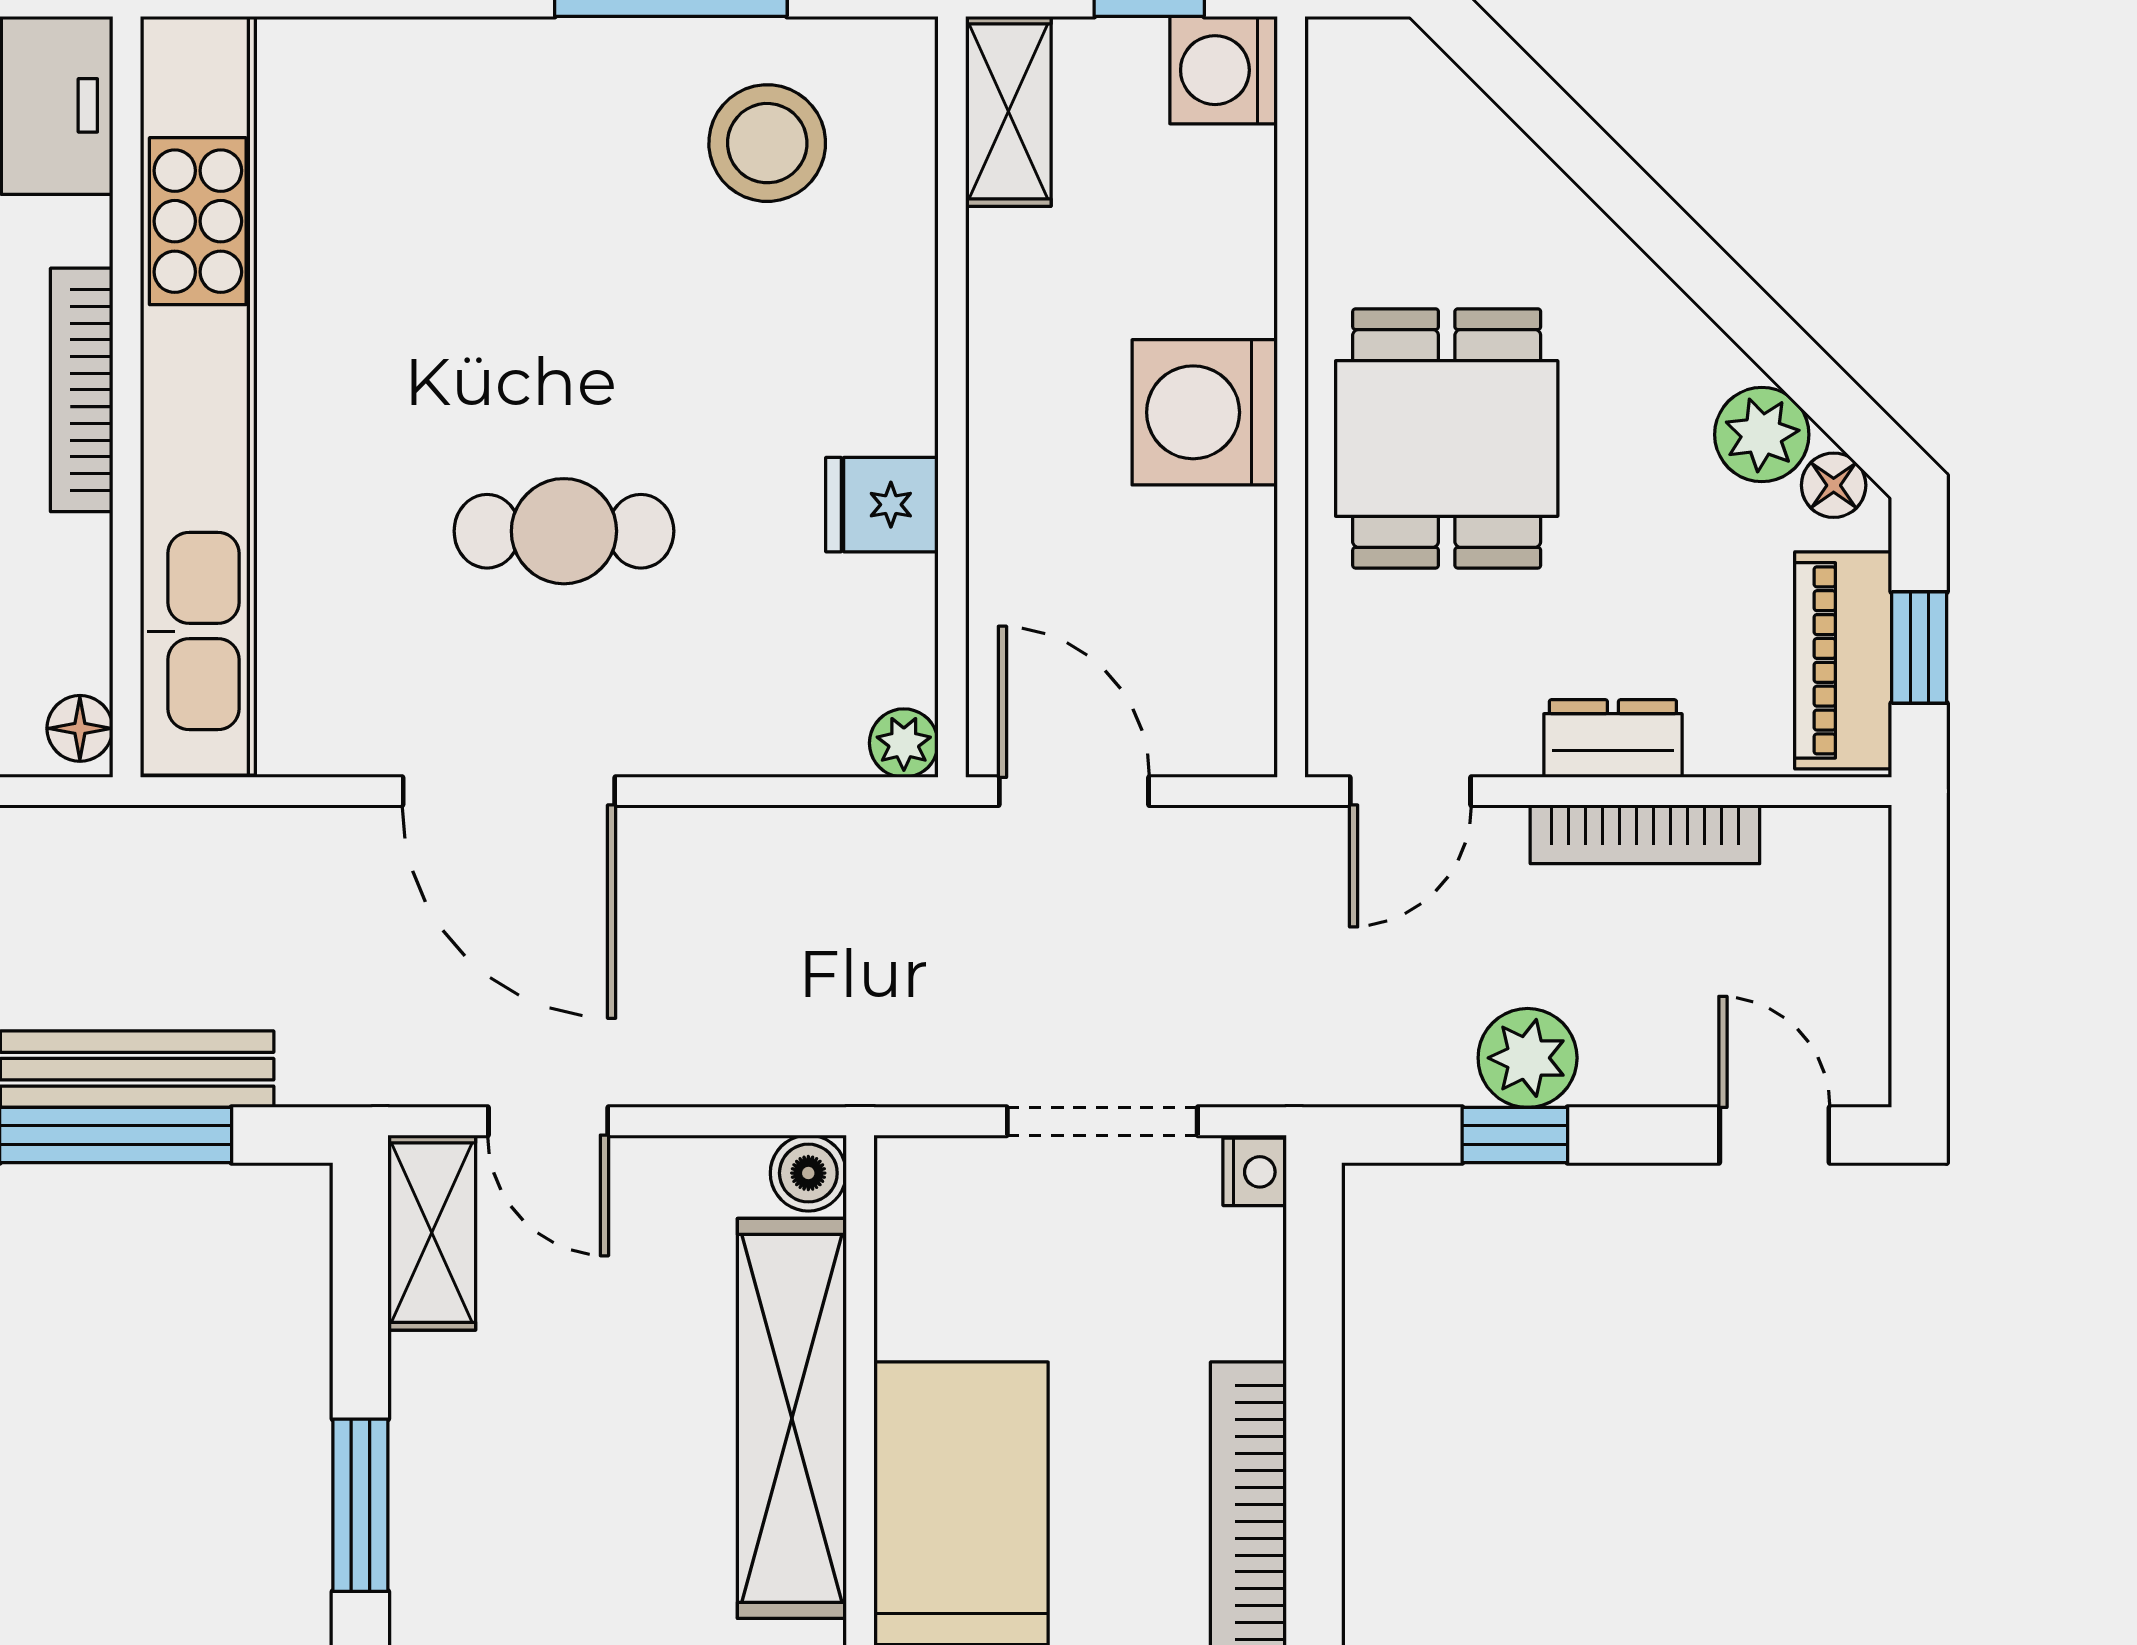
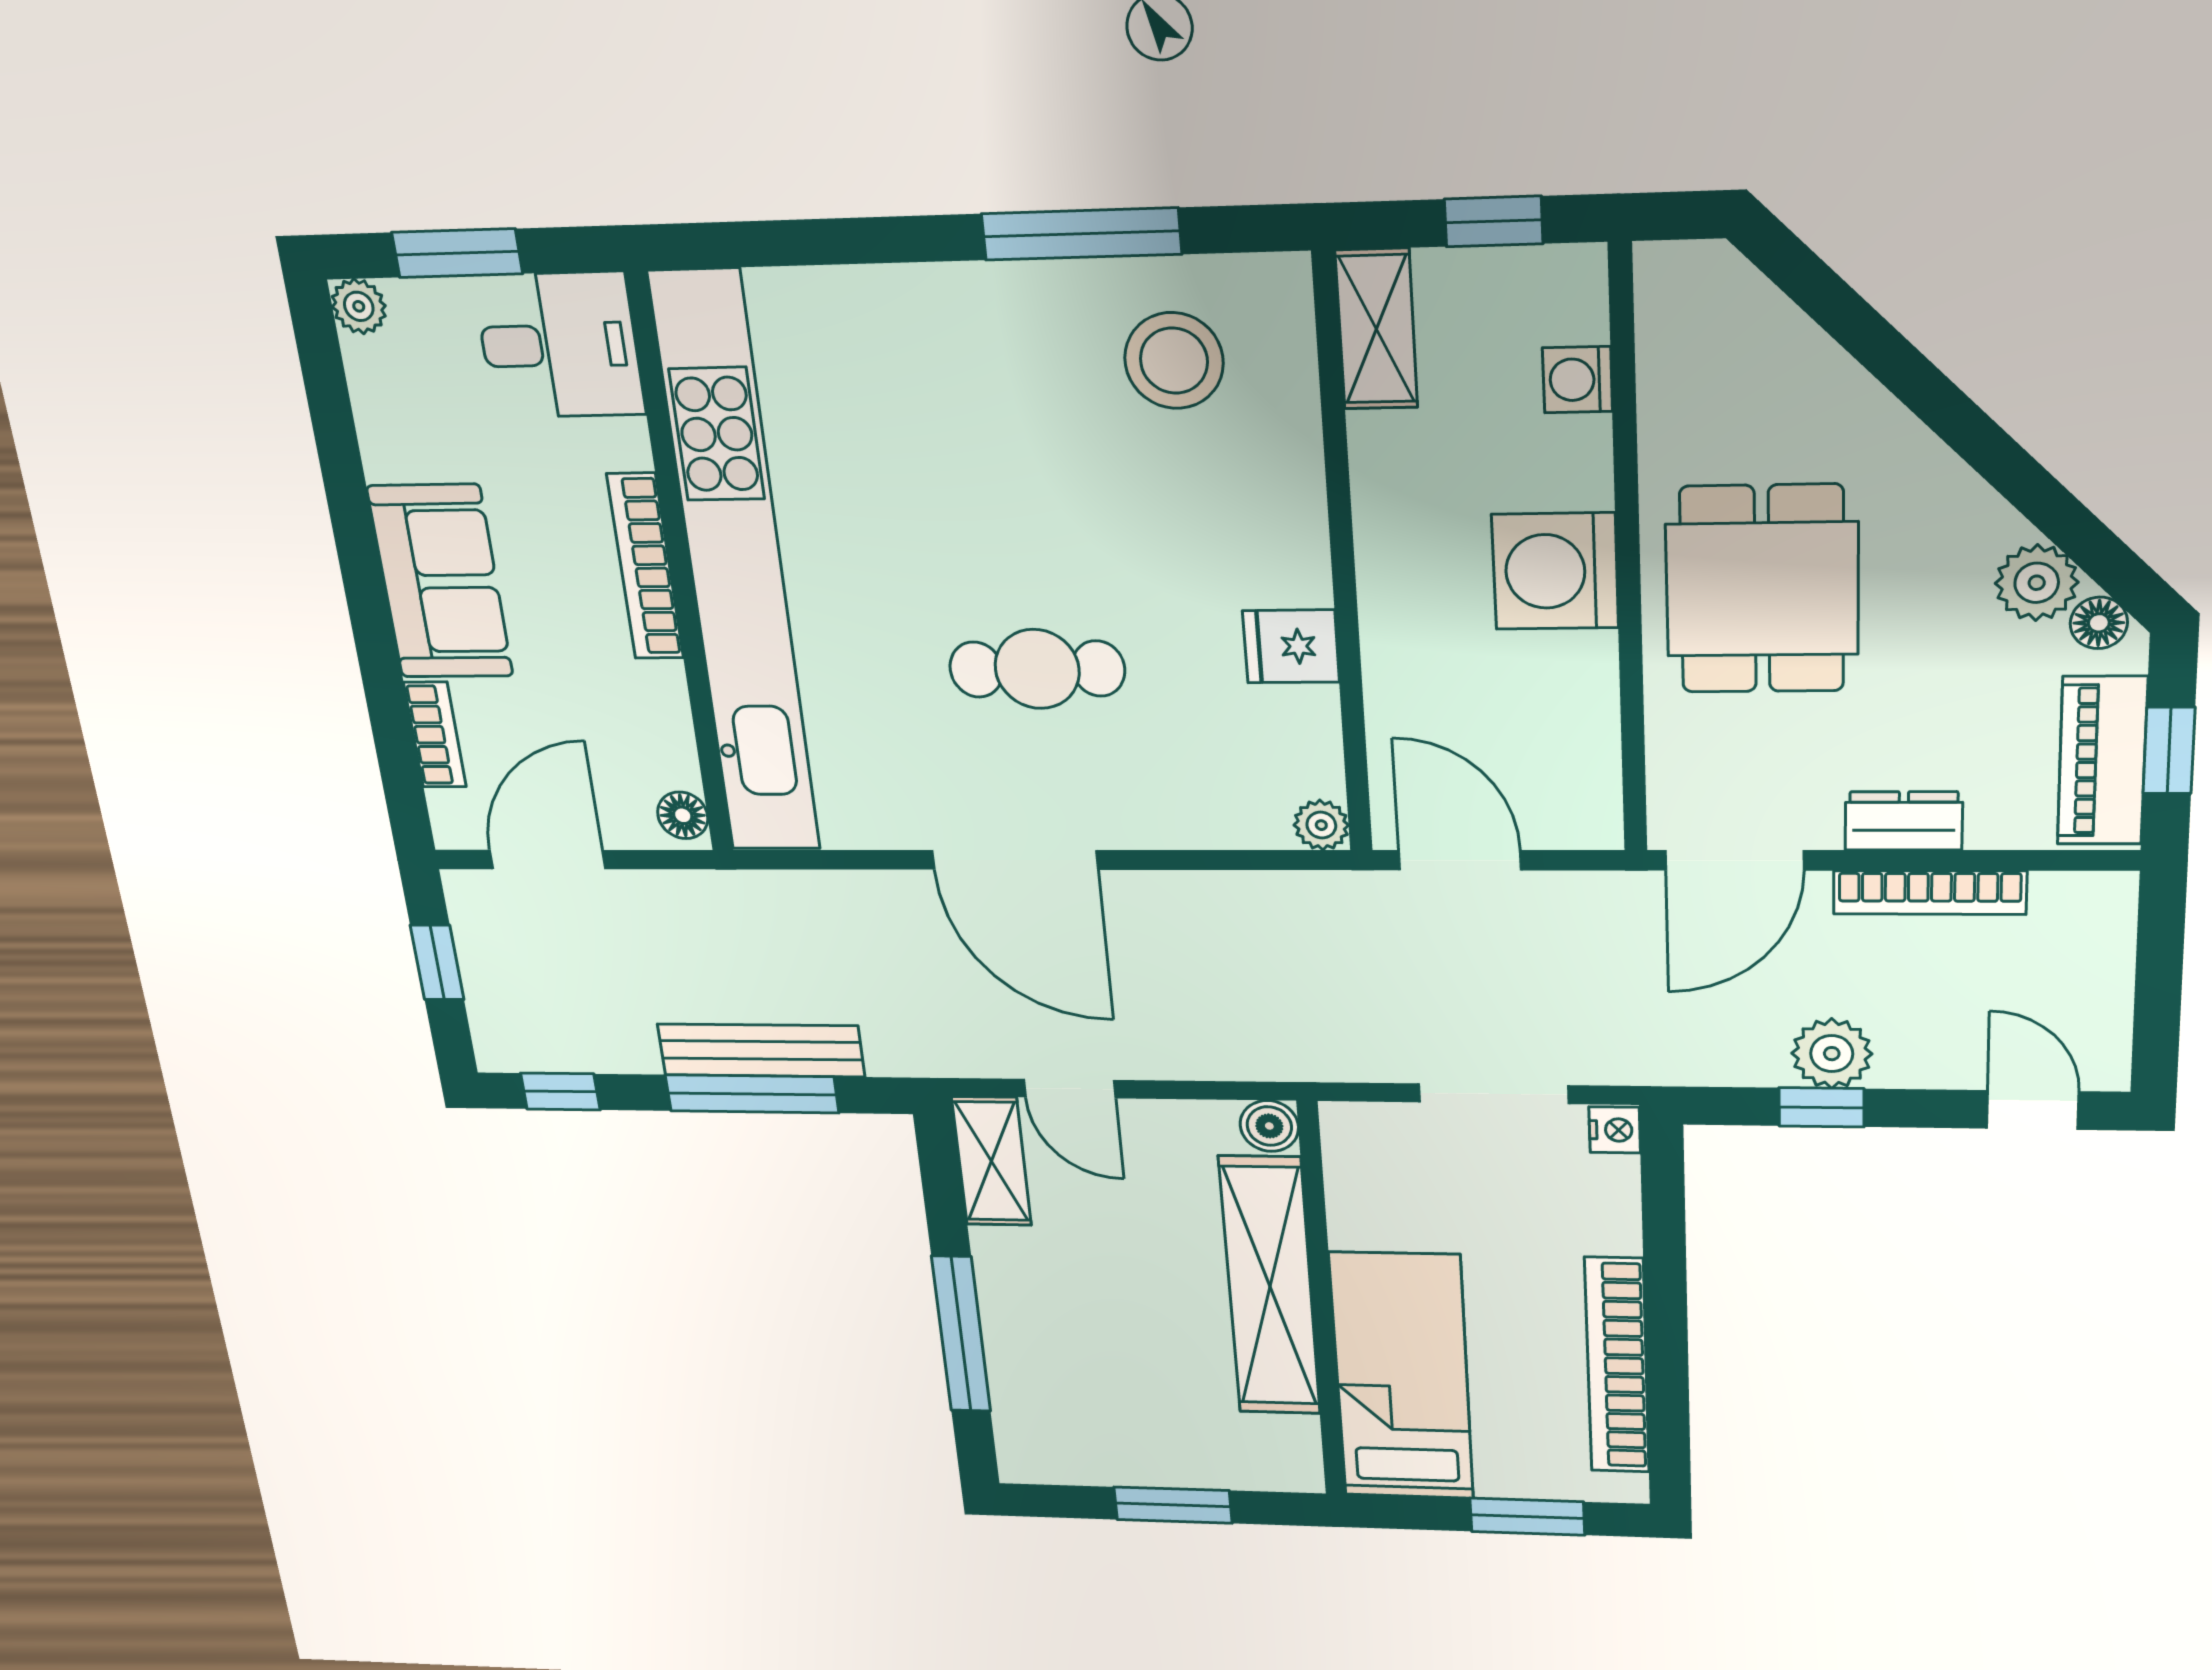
washing machine: (1224, 70) -> (1577, 380), moved, width x0.73, depth x0.73
door: (1410, 791) -> (1734, 860), width x1.38
window: (360, 1505) -> (961, 1334), width x1.44

